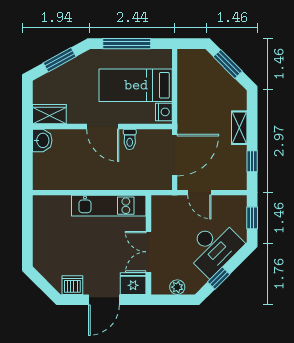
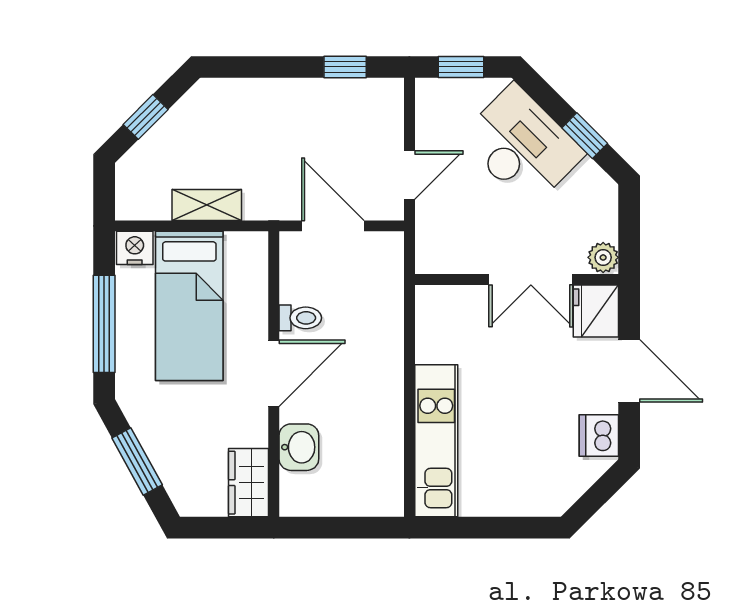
window: (228, 64) -> (146, 117), width x0.67
nightstand: (164, 112) -> (135, 248), moved
shelving: (239, 128) -> (207, 205), moved
washbasin: (42, 140) -> (299, 447), moved, turned 90
door: (175, 155) -> (333, 226), width x0.73
kitchen unit: (109, 206) -> (436, 441), moved
plant: (177, 287) -> (603, 257), moved

